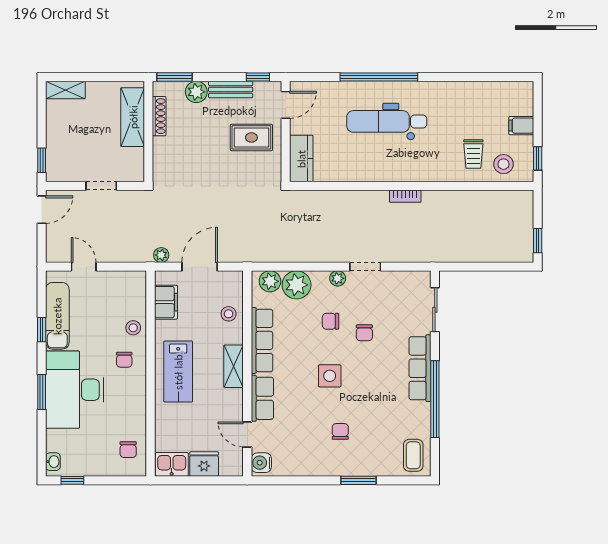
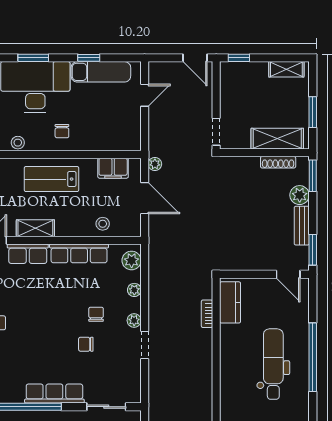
window: (103, 77) -> (313, 112), added
window: (258, 77) -> (313, 250), width x1.50
shelving: (65, 90) -> (286, 69), moved, turned 90
rug: (251, 137) -> (259, 244), removed
kitchen counter: (301, 159) -> (230, 302), moved, turned -90
doorway: (101, 186) -> (216, 132), moved
bookcase: (405, 196) -> (207, 314), moved
plant: (297, 285) -> (134, 290), width x0.53, depth x0.53
stool: (133, 328) -> (18, 143), moved
chair: (124, 360) -> (62, 131), turned -90
shelving: (234, 366) -> (35, 228), moved
side table: (330, 376) -> (48, 313), removed

